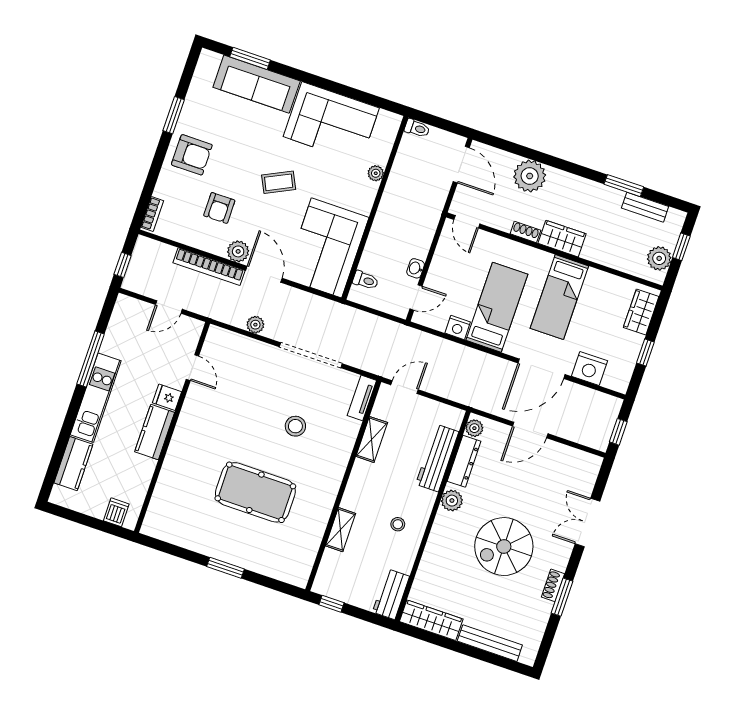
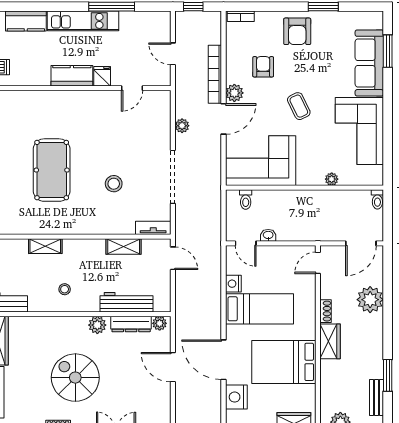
armchair: (219, 208) -> (263, 67), turned 90
bed: (559, 297) -> (284, 362), width x1.50

